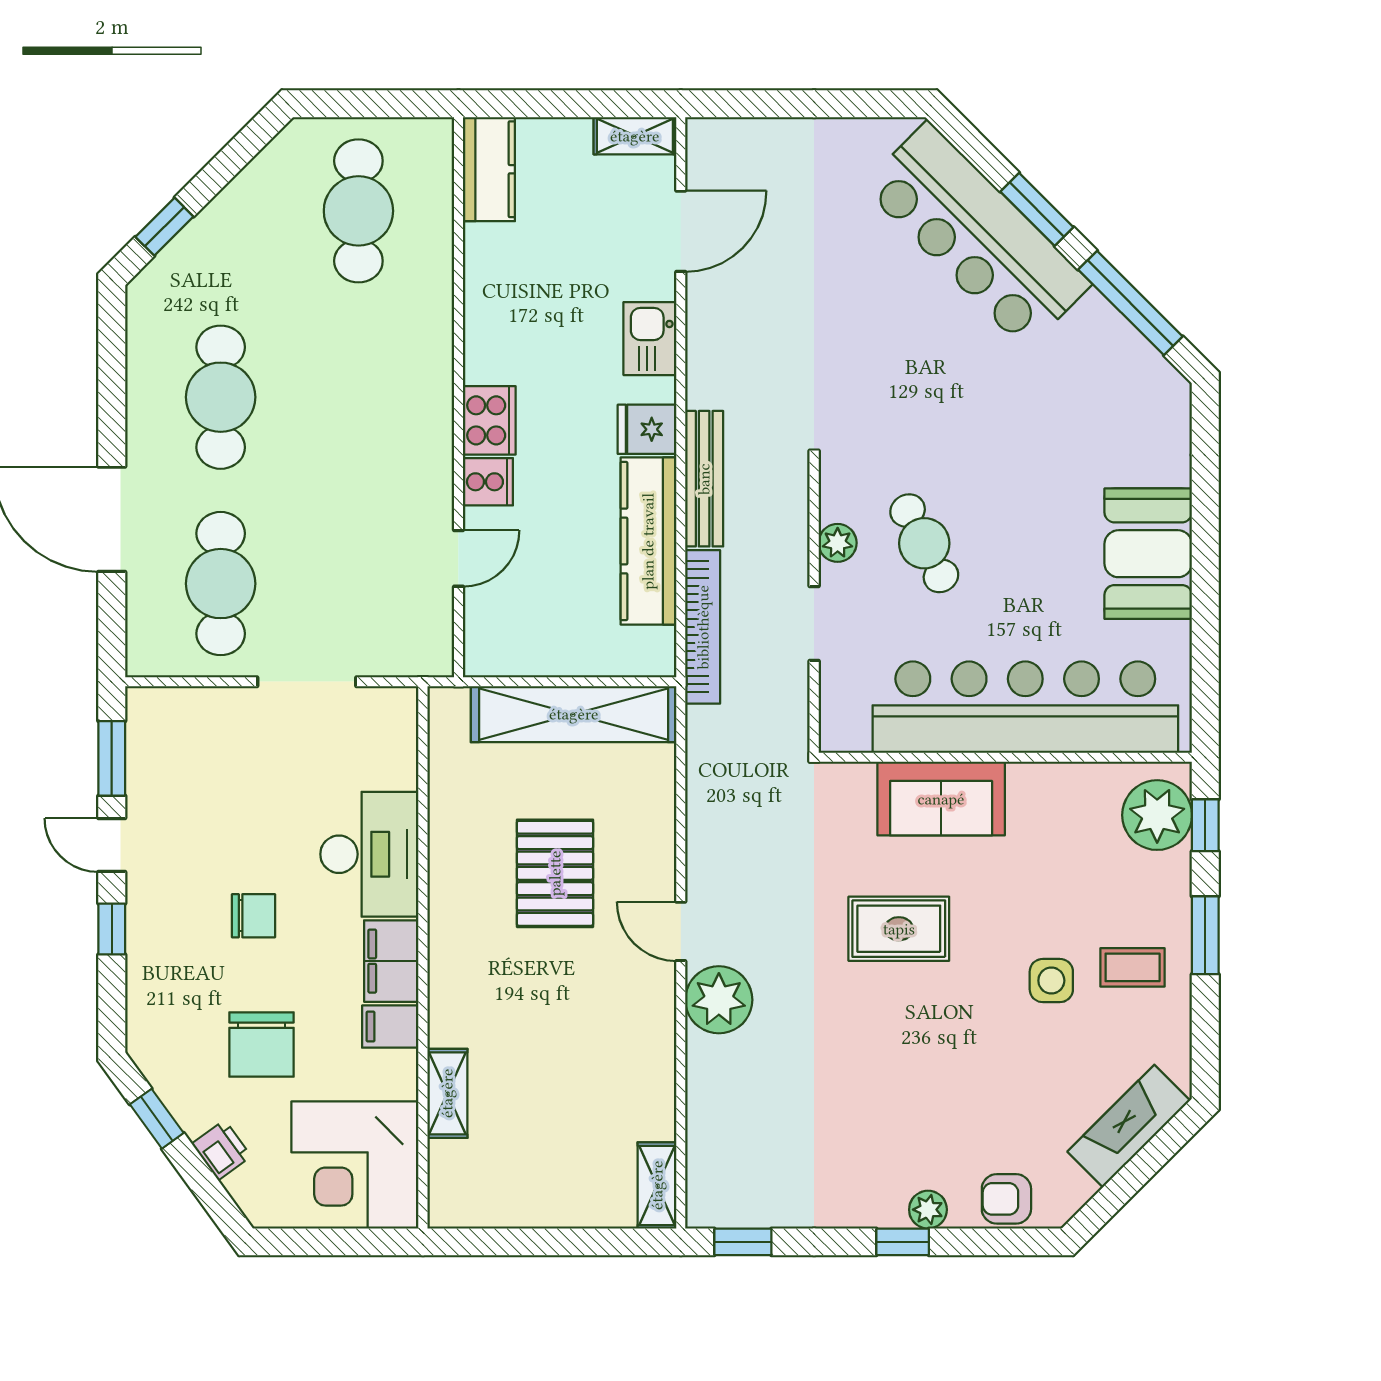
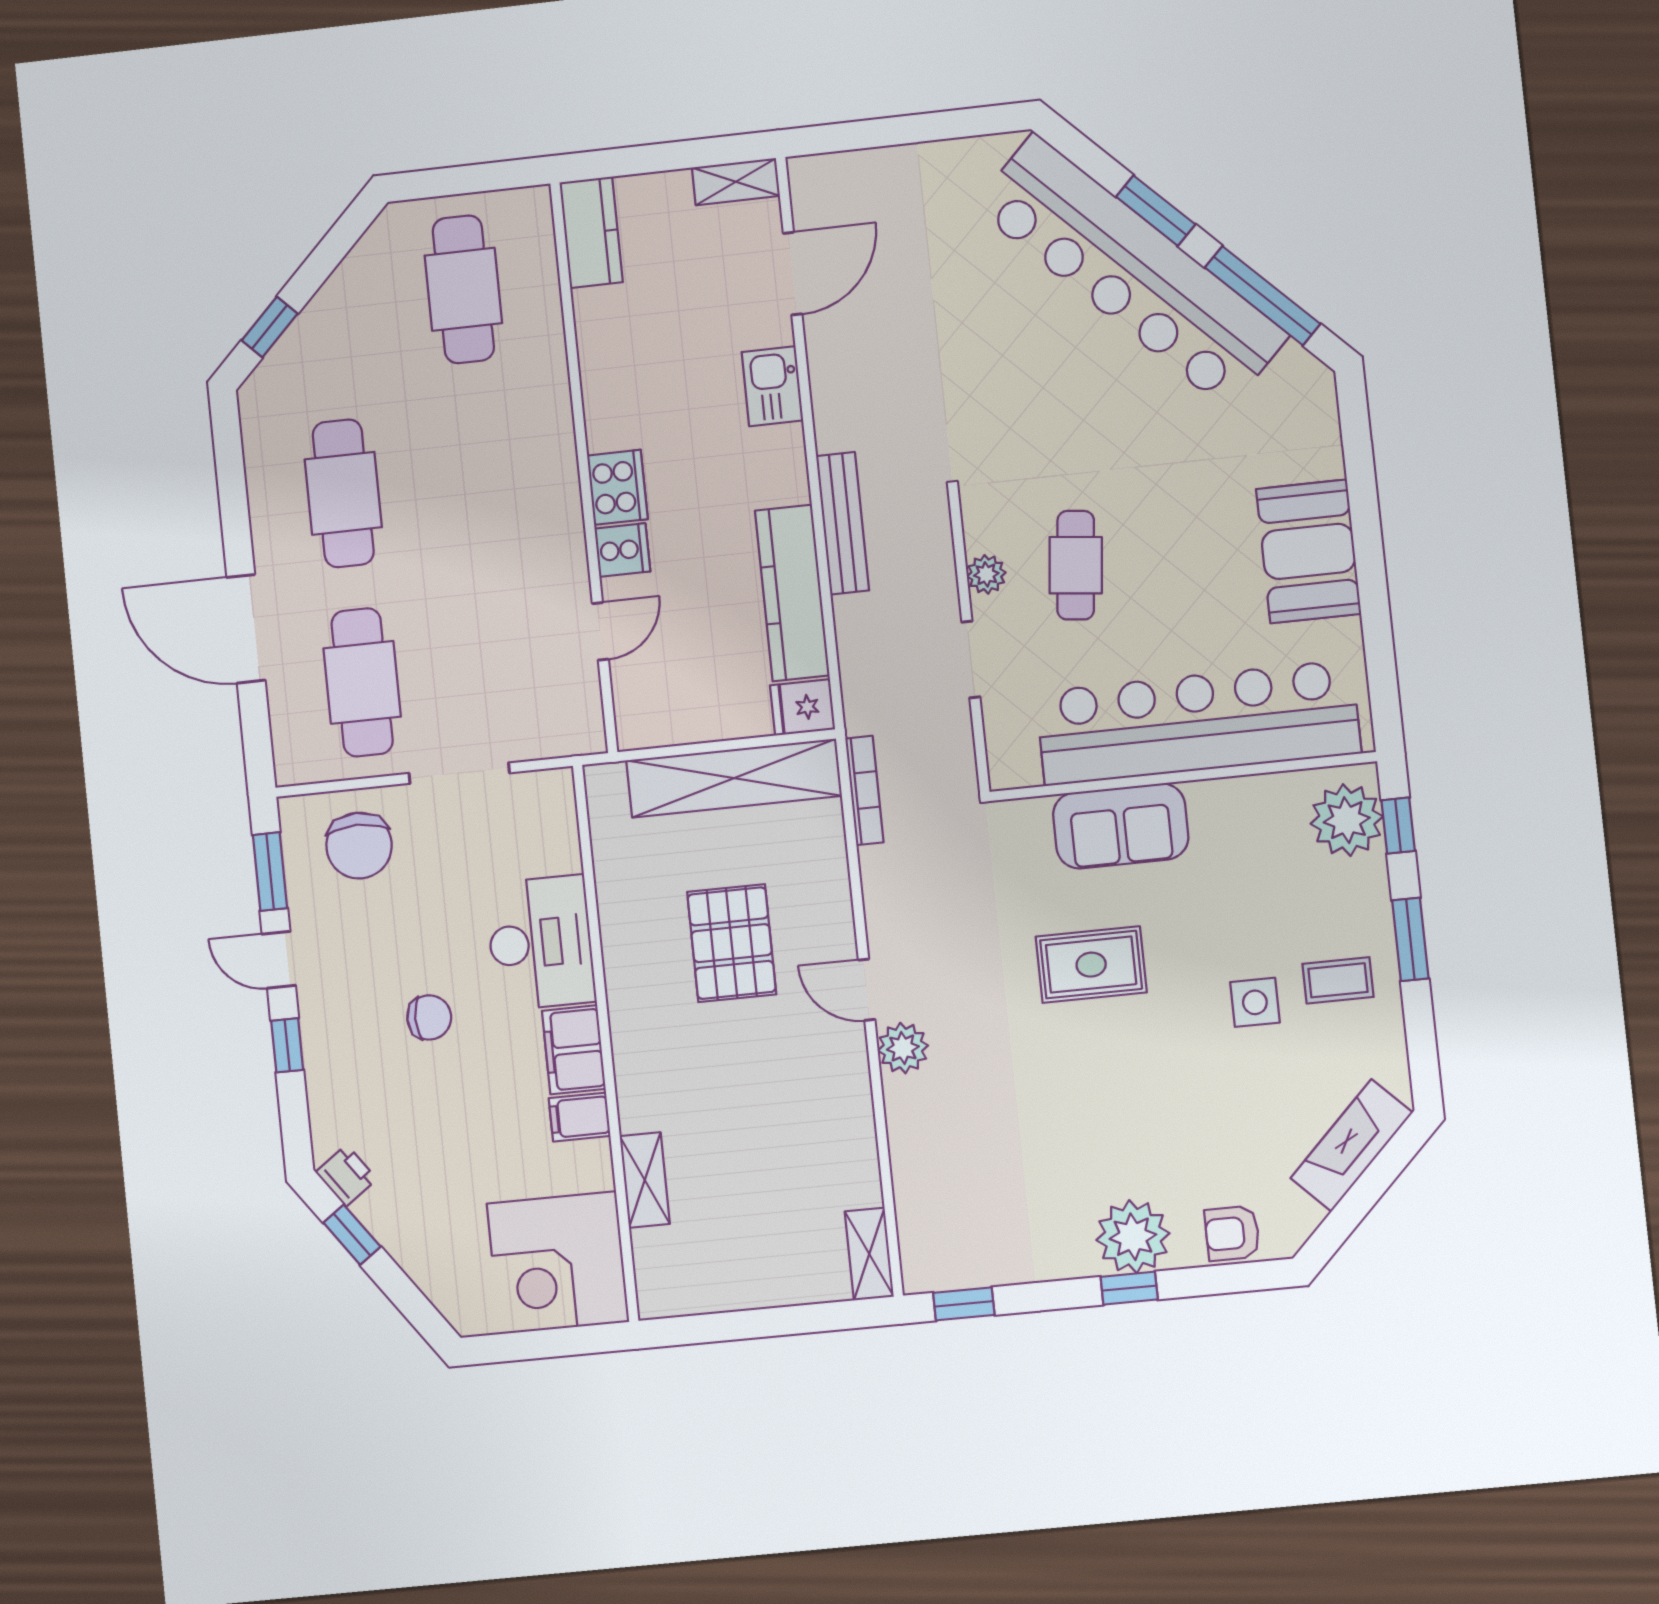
bar counter: (977, 235) -> (1130, 271), width x1.36
fridge: (647, 429) -> (803, 707), moved
cafe table: (924, 543) -> (1076, 565), turned 33
bookcase: (703, 627) -> (864, 790), moved, width x0.68, depth x0.76
plant: (719, 1000) -> (903, 1048), width x0.73, depth x0.73
chair: (261, 1044) -> (359, 846), moved
printer: (221, 1150) -> (346, 1176), moved
plant: (928, 1210) -> (1133, 1237), width x1.88, depth x1.88

